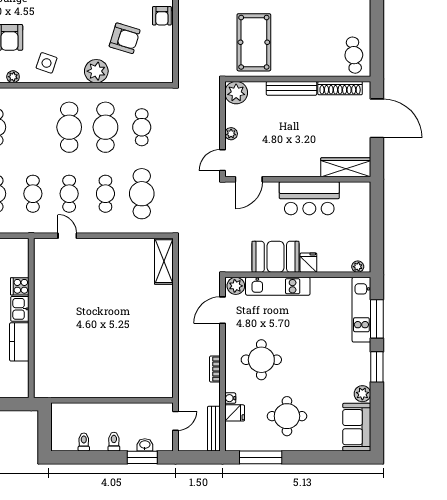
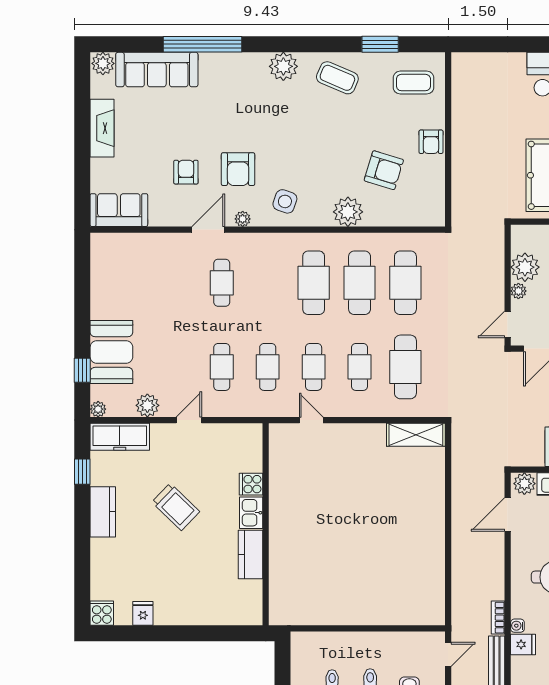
plant: (236, 93) -> (525, 267), moved
cafe table: (142, 127) -> (405, 283), width x1.37, depth x1.35
shelving: (164, 261) -> (416, 435), moved, turned 90
bookcase: (215, 369) -> (498, 618), moved

